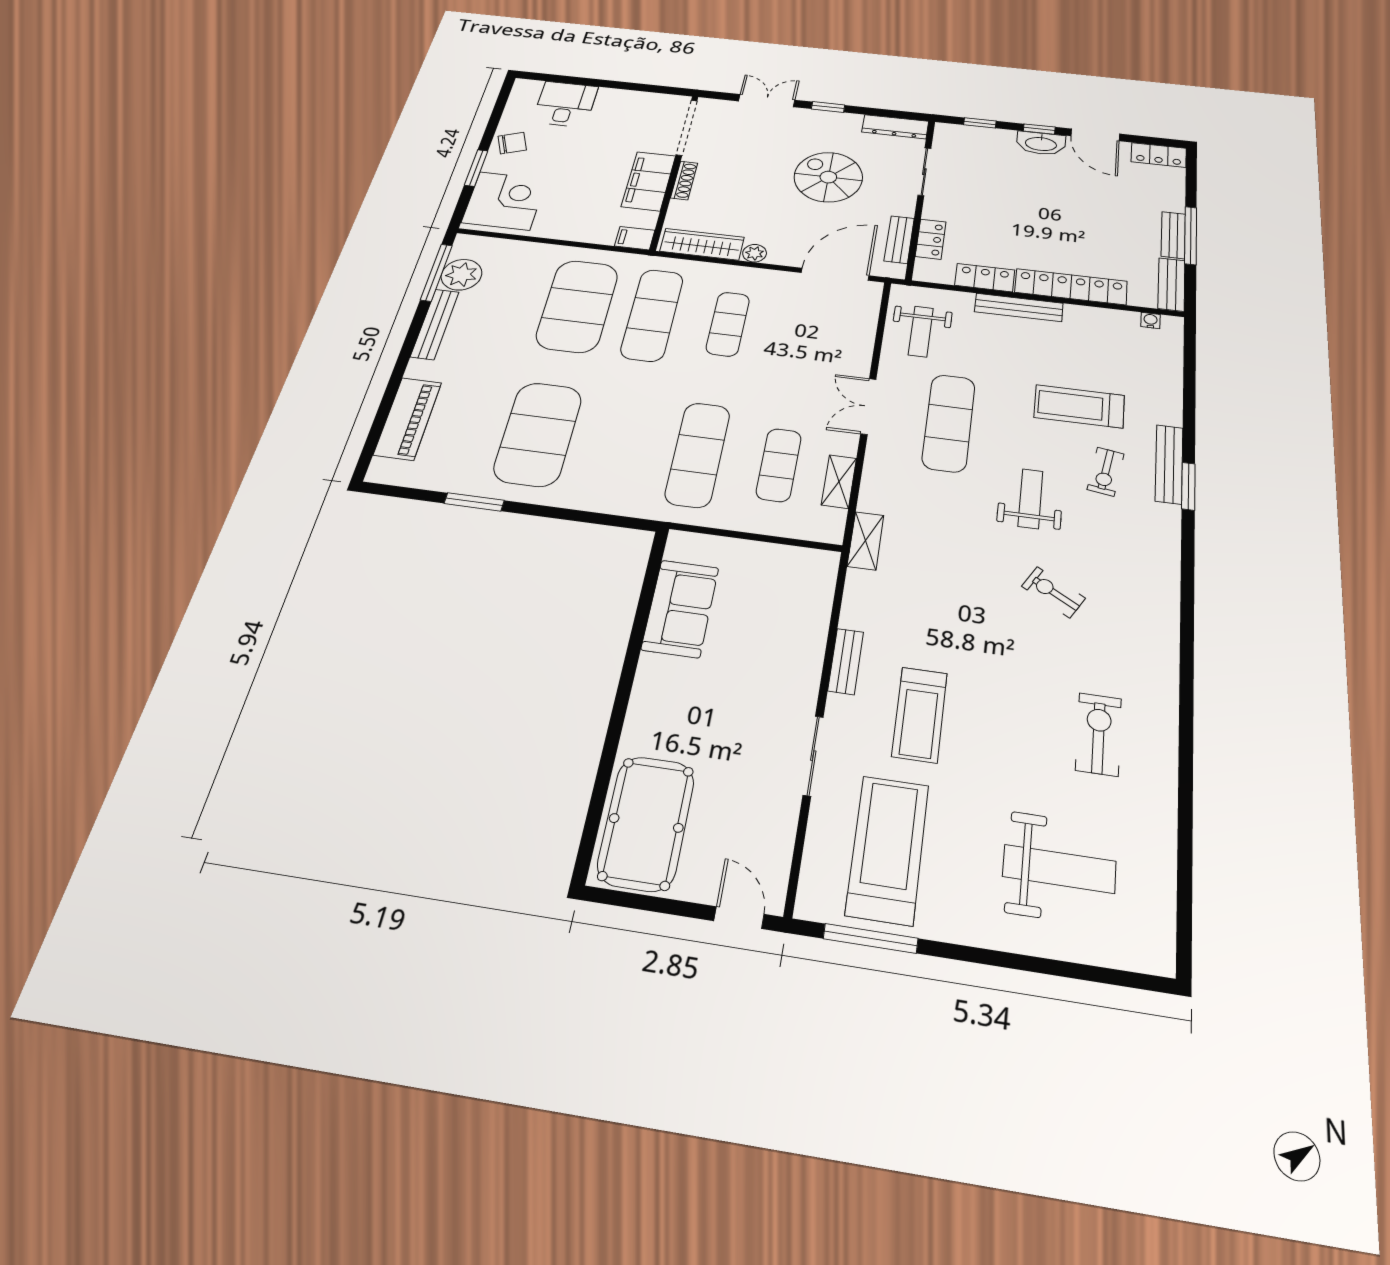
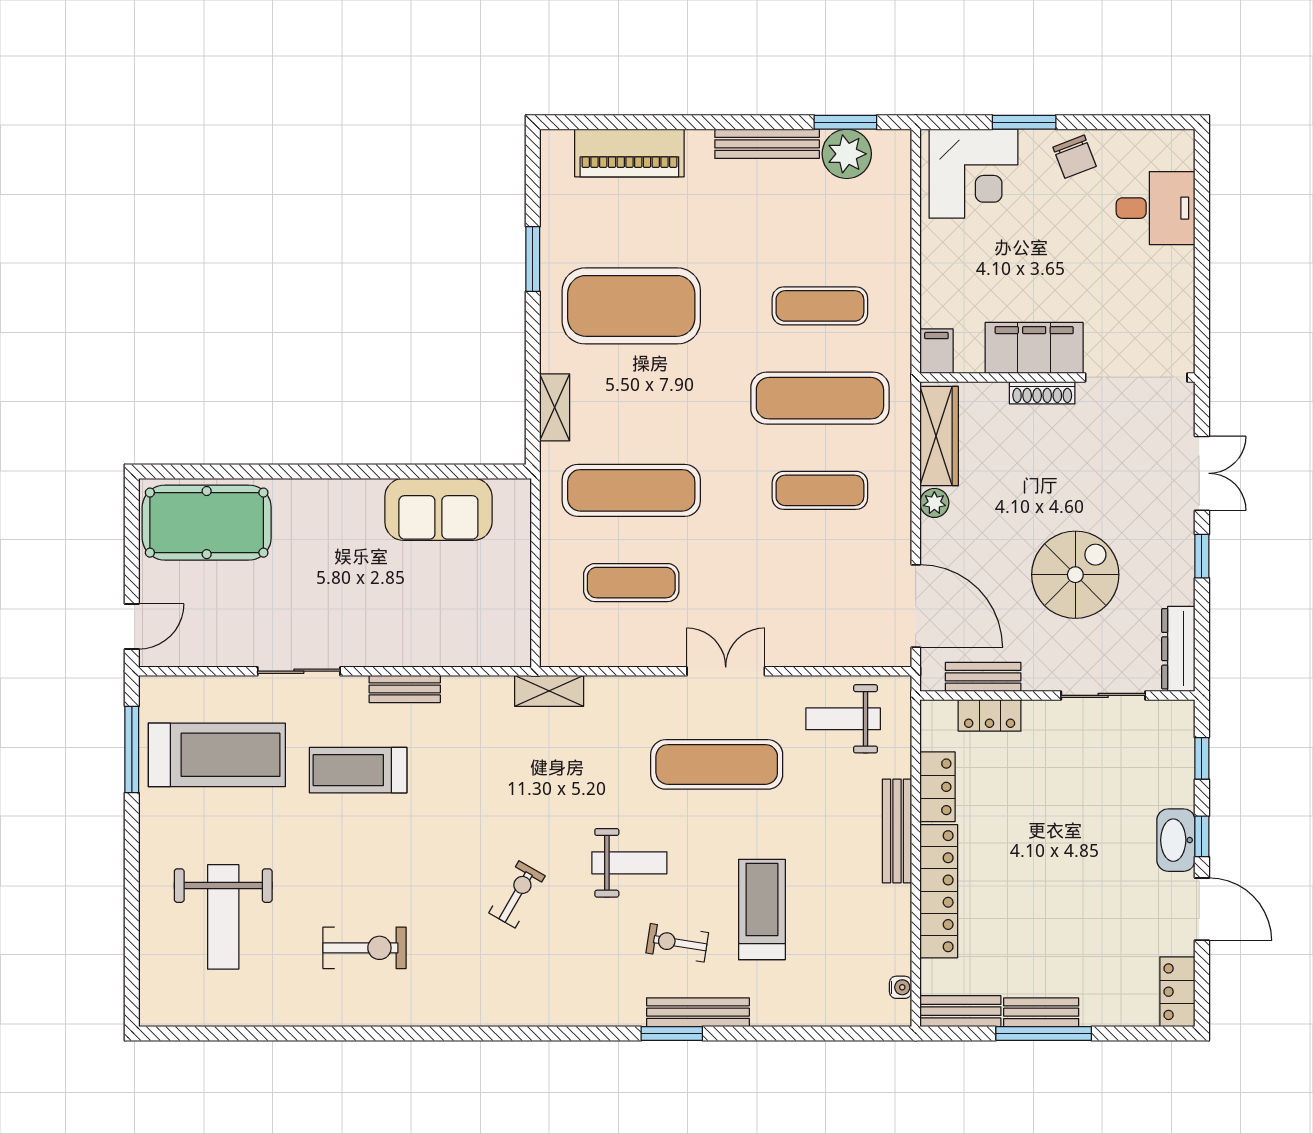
door: (1095, 135) -> (1202, 909), swing flipped
window: (436, 273) -> (845, 122), width x0.69
exercise mat: (577, 306) -> (820, 306), width x0.50, depth x0.69
shelving: (839, 481) -> (555, 407), moved, turned 90

